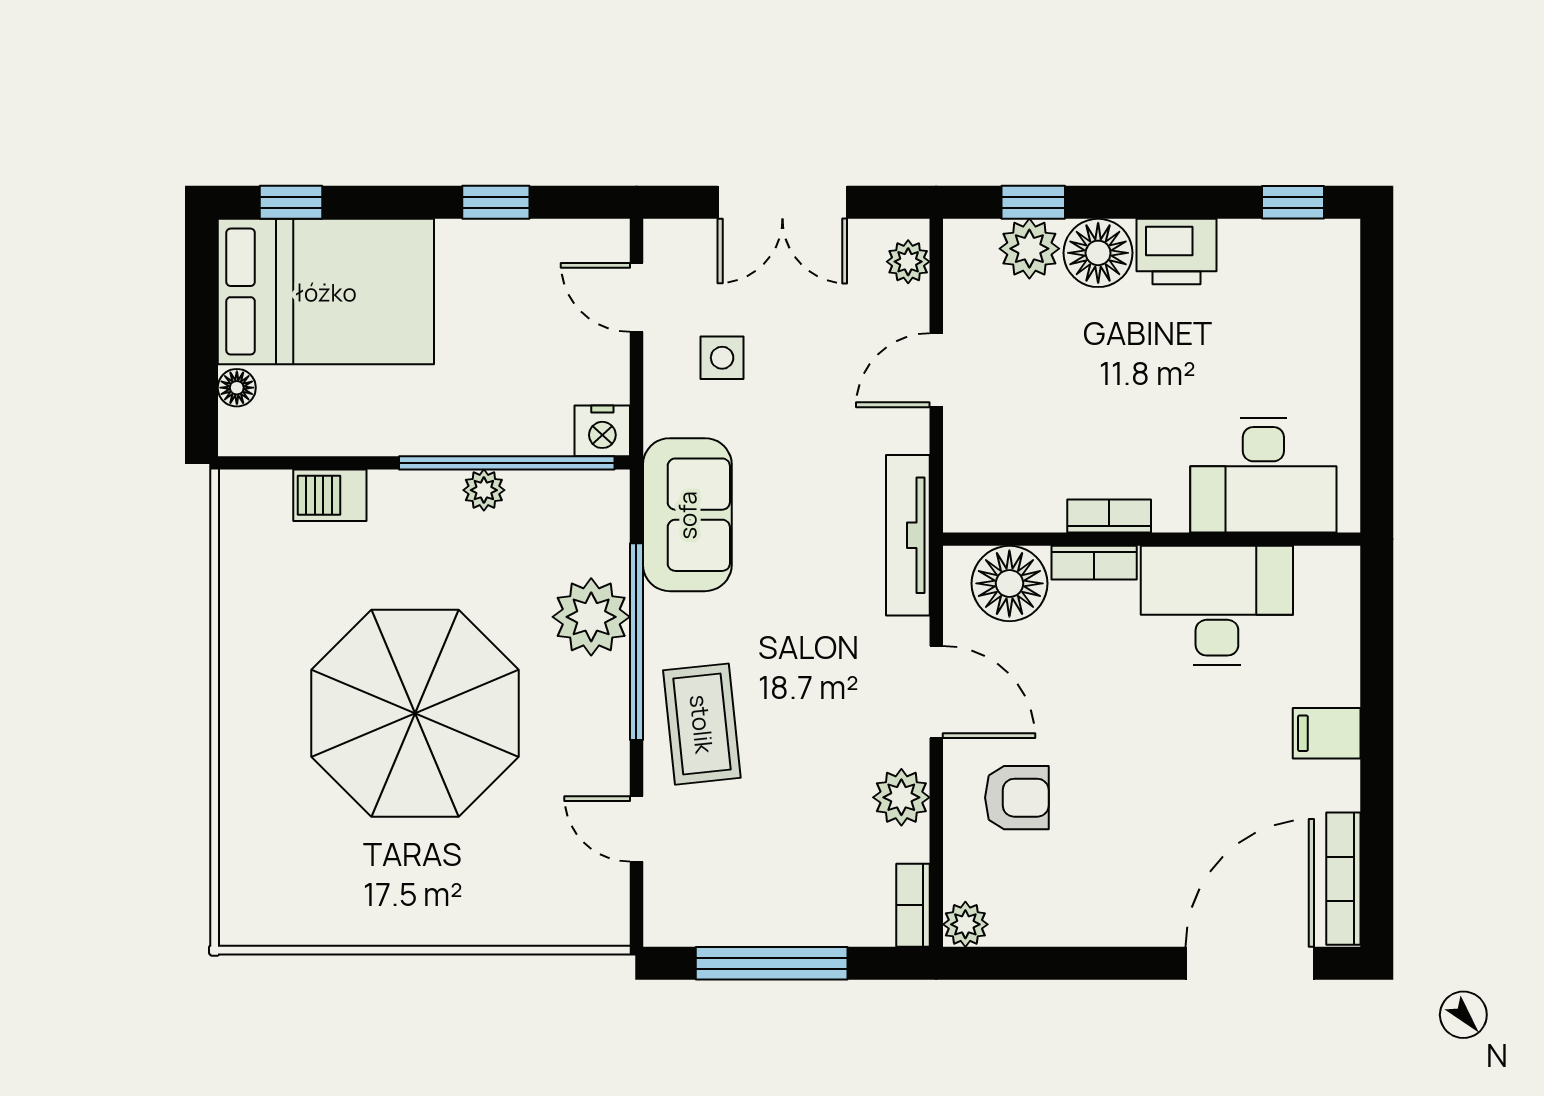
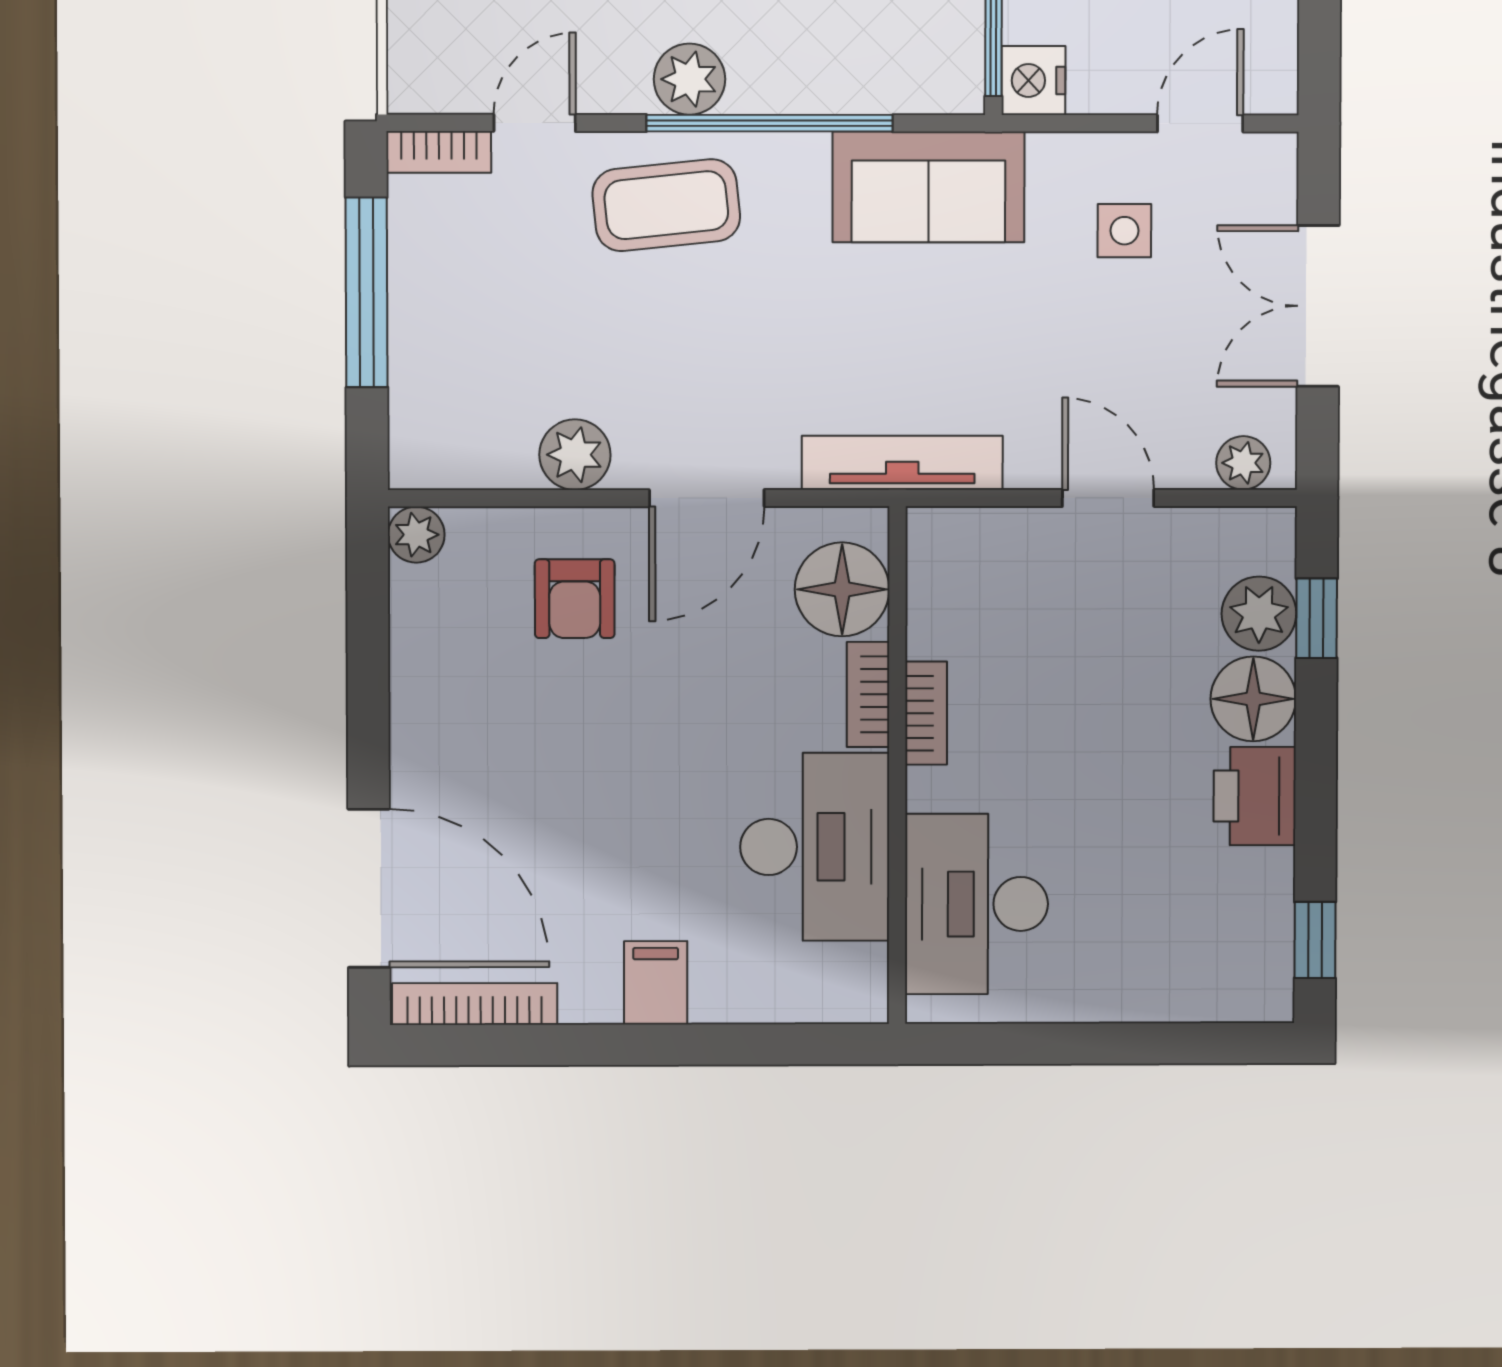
plant: (591, 617) -> (689, 79), moved, width x0.73, depth x0.73
bookcase: (913, 905) -> (439, 152), moved, turned 180

